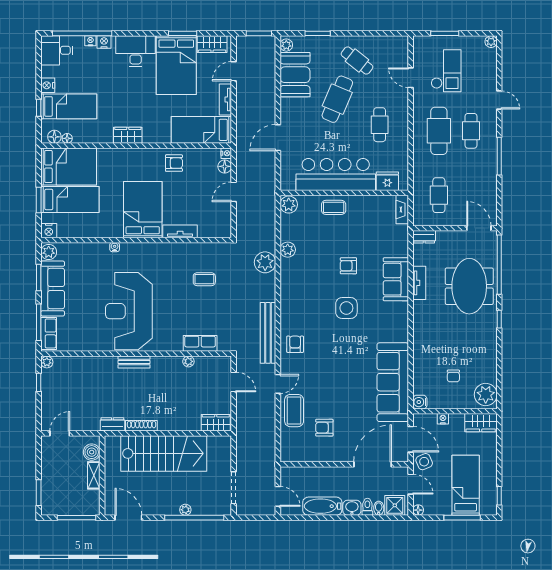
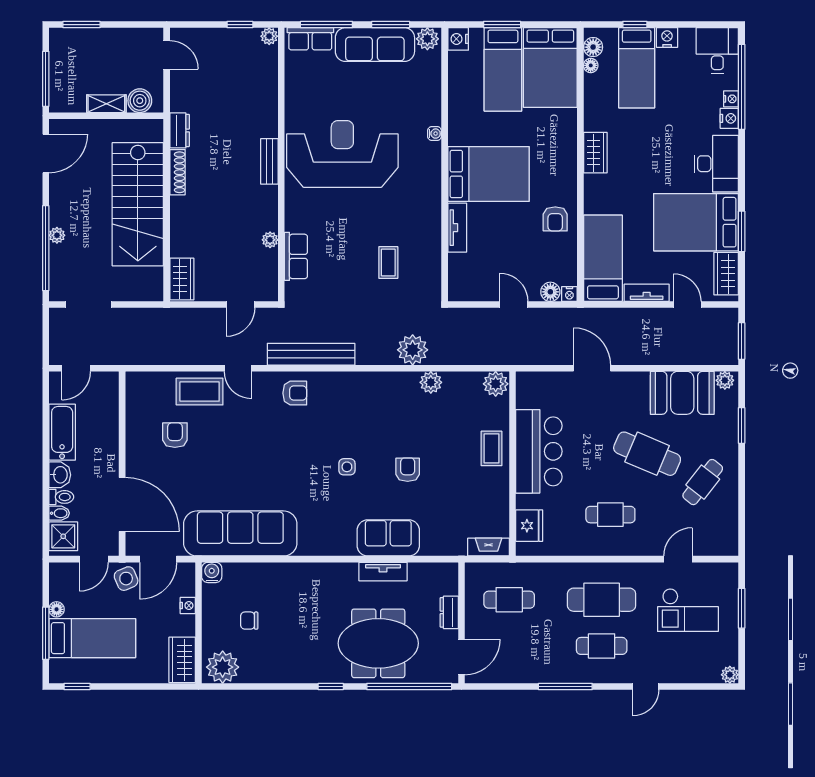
bar counter: (336, 174) -> (539, 451), width x0.73
dresser: (424, 237) -> (449, 612), moved
side table: (346, 308) -> (347, 467), width x0.54, depth x0.54
floor lamp: (418, 510) -> (57, 609), moved

